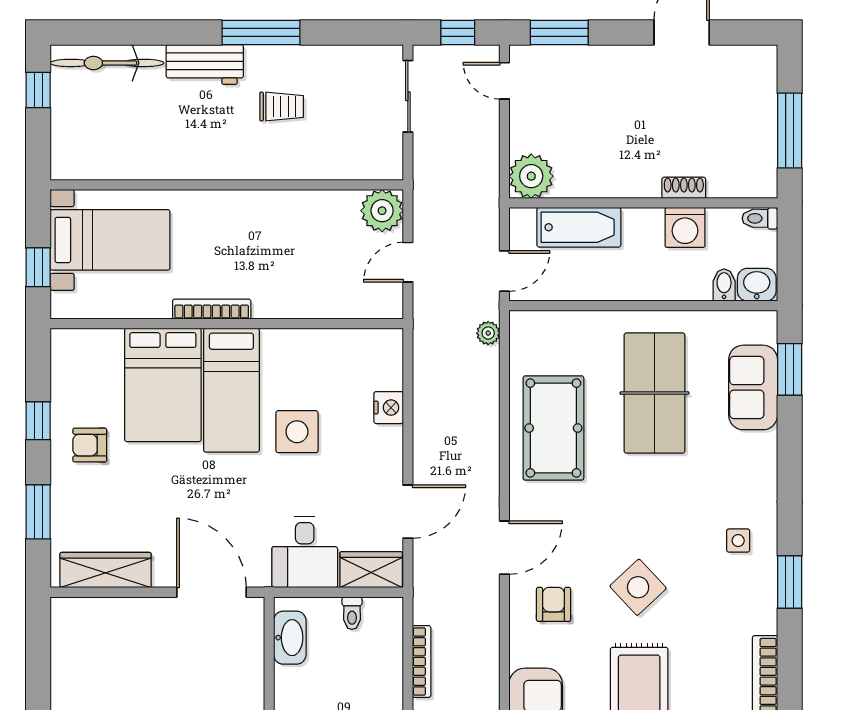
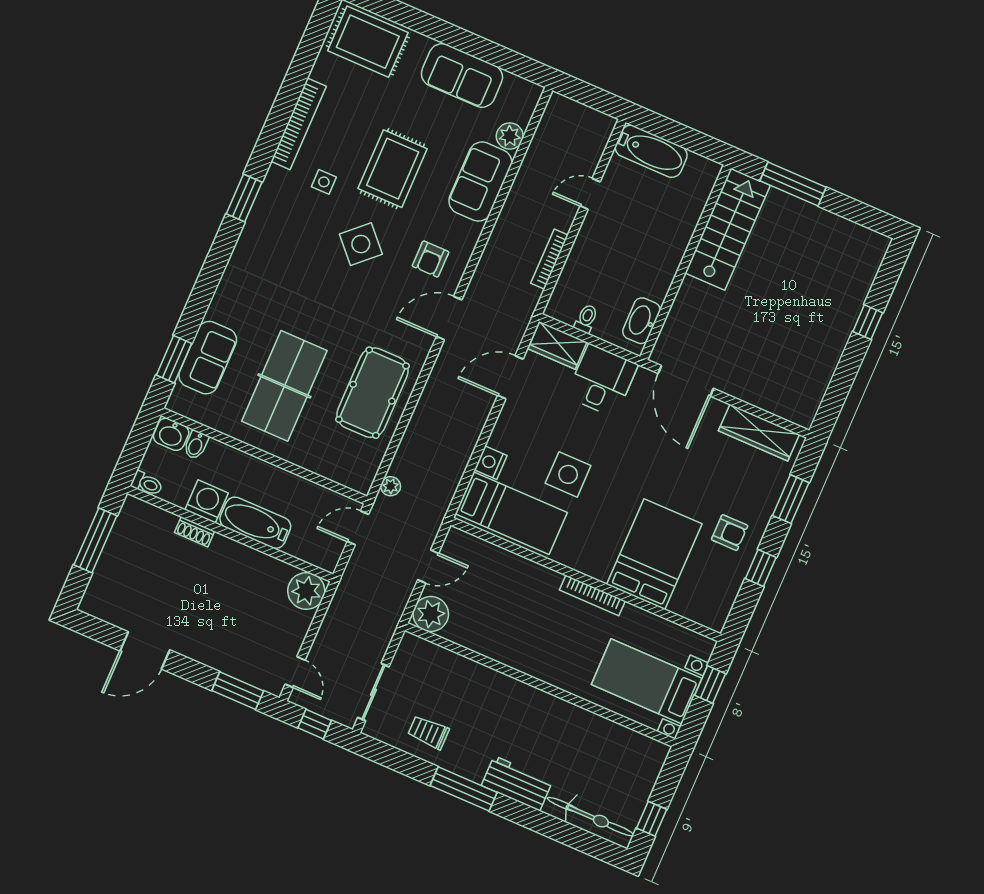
trolley: (282, 107) -> (428, 732), moved
bathtub: (579, 227) -> (255, 523), moved
bed: (231, 390) -> (511, 513), moved, turned 90
side table: (738, 541) -> (324, 182), moved

